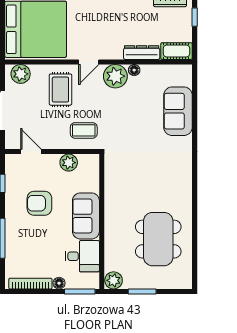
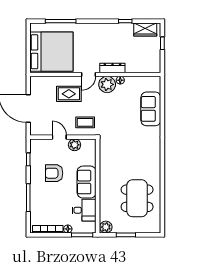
cot: (176, 51) -> (150, 67), removed
dresser: (142, 53) -> (112, 68), moved
plant: (21, 74) -> (41, 83), removed
rug: (60, 90) -> (69, 94), turned 90
door: (31, 152) -> (59, 137), moved

